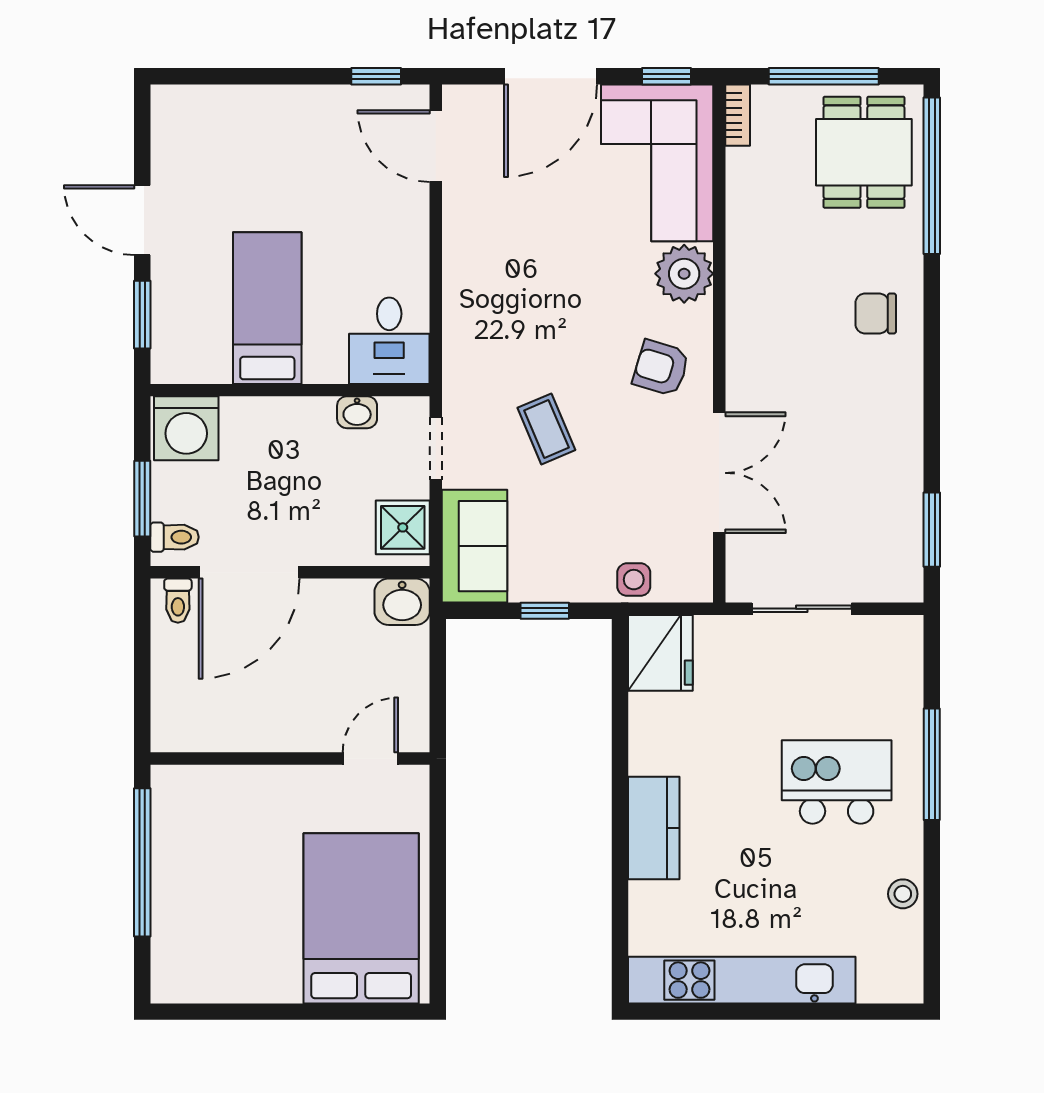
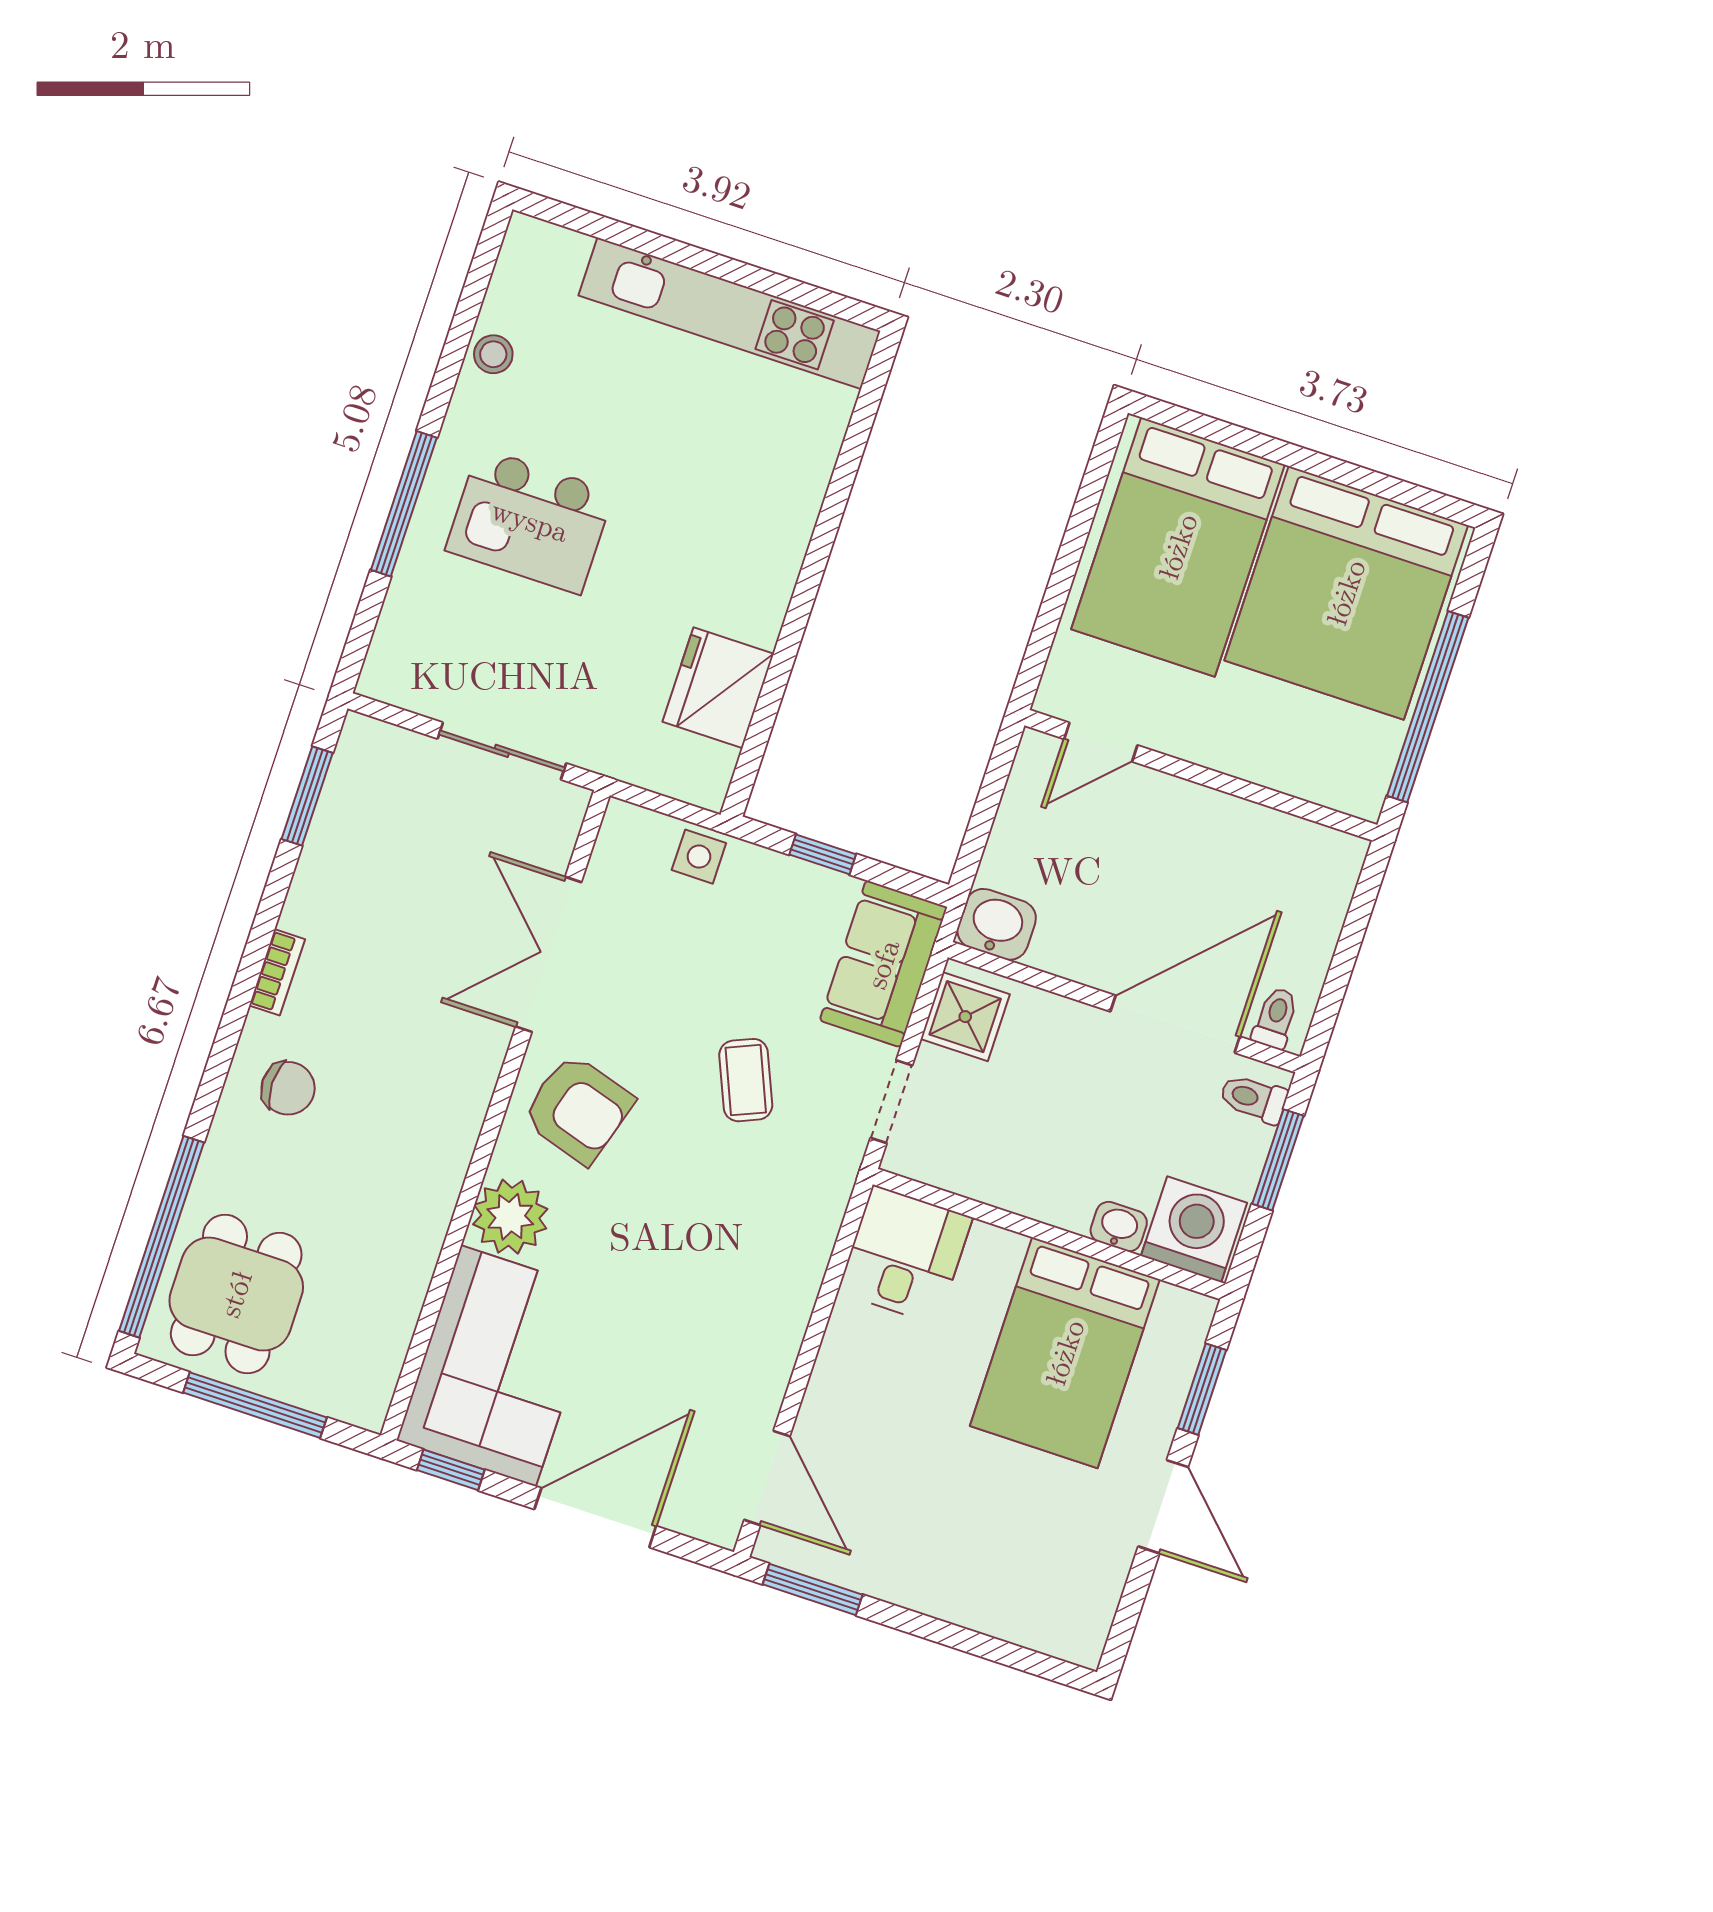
window: (376, 76) -> (813, 1590), width x1.50
bookcase: (738, 115) -> (277, 972), moved, turned 180
bed: (267, 308) -> (1065, 1353), width x1.50
armchair: (661, 368) -> (578, 1109), width x1.38, depth x1.38
washbasin: (357, 412) -> (1119, 1227), moved
fridge: (660, 653) -> (718, 688), moved
kitchen counter: (654, 828) -> (776, 539), removed
bed: (228, 925) -> (1346, 593), added

